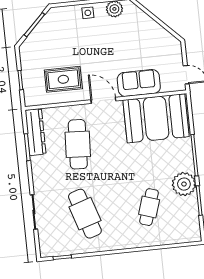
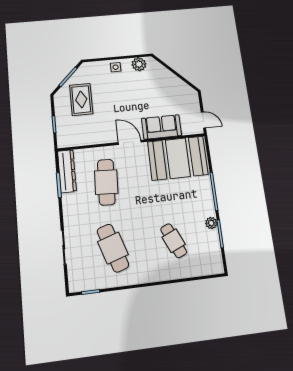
rug: (63, 79) -> (81, 99), moved, turned 90
plant: (184, 184) -> (211, 223), width x0.53, depth x0.53
cafe table: (149, 207) -> (174, 241), turned -42

